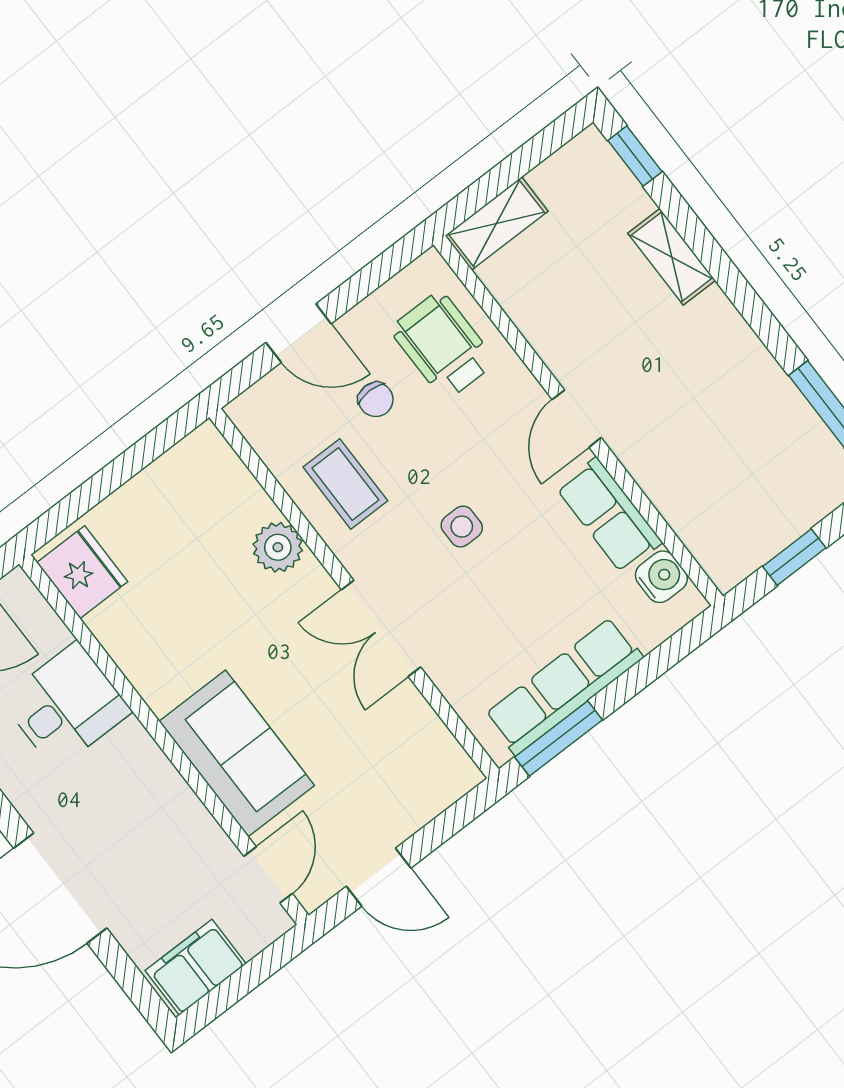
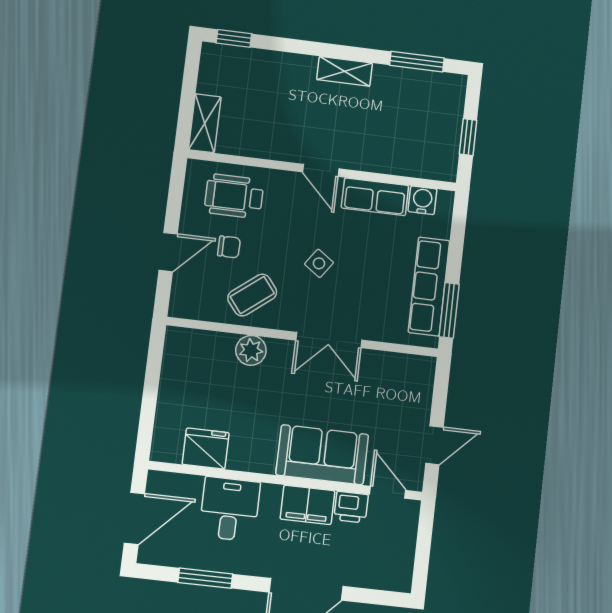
shelving: (672, 257) -> (344, 71), moved
coffee table: (345, 484) -> (252, 295), turned -38
side table: (462, 527) -> (319, 263), turned 35
fridge: (82, 572) -> (206, 449), moved
printer: (208, 848) -> (351, 507), added
filing cabinet: (196, 967) -> (307, 505), moved, turned -90

